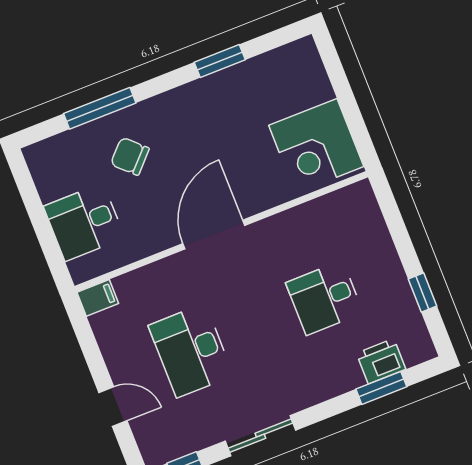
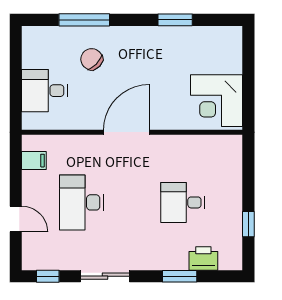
filing cabinet: (98, 298) -> (34, 161), moved
window: (381, 388) -> (180, 276), moved

